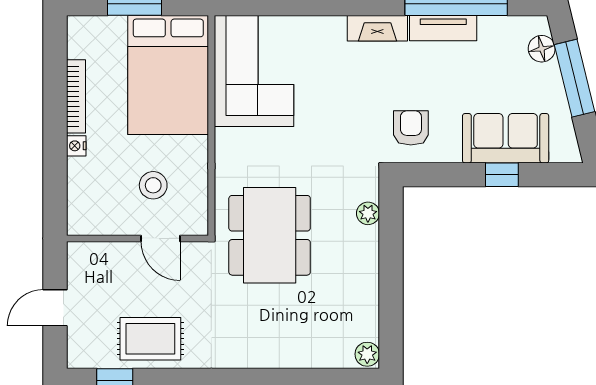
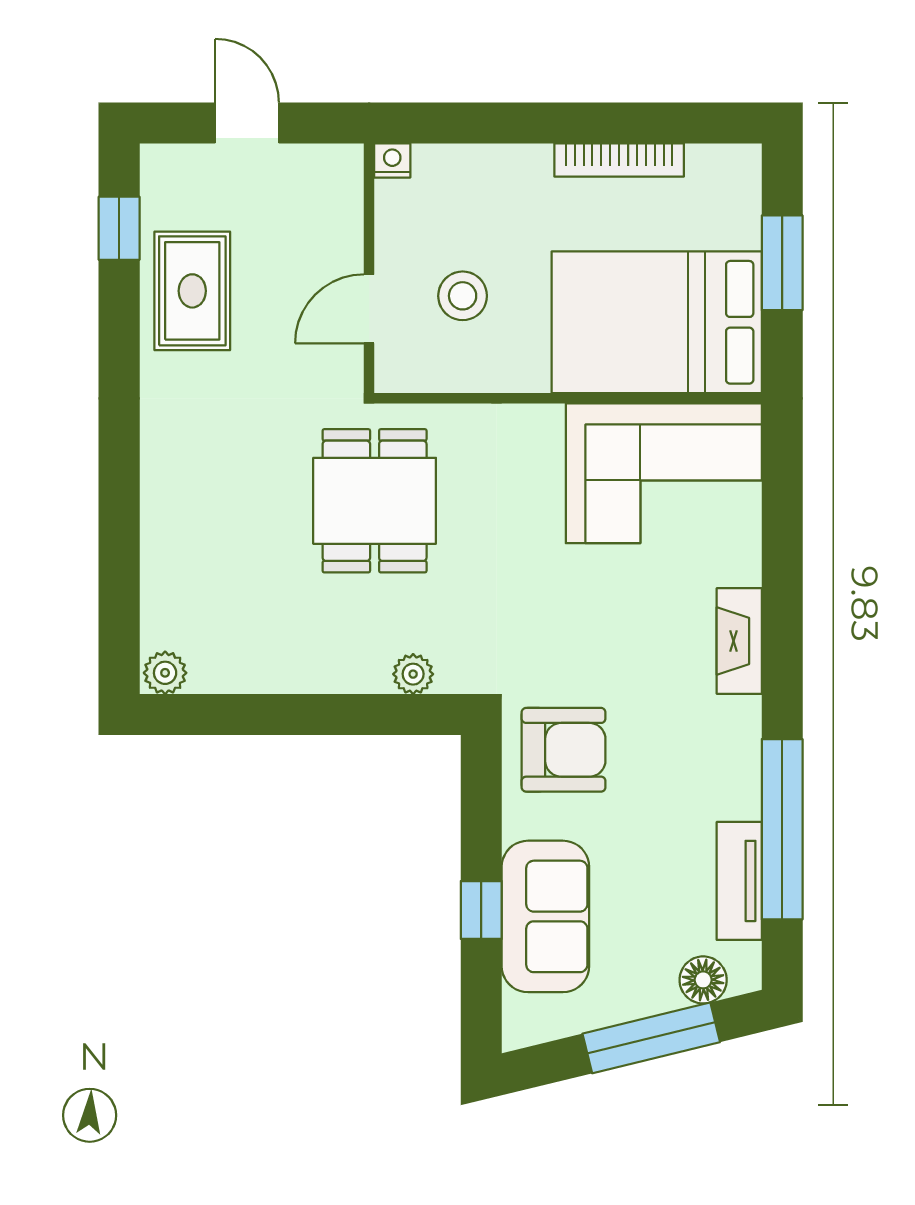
fireplace: (377, 28) -> (739, 641), moved
tv unit: (443, 28) -> (739, 881), moved
armchair: (411, 128) -> (564, 750), width x1.38, depth x1.38
nightstand: (76, 146) -> (392, 160), moved
dining table: (270, 235) -> (375, 501), width x0.73

